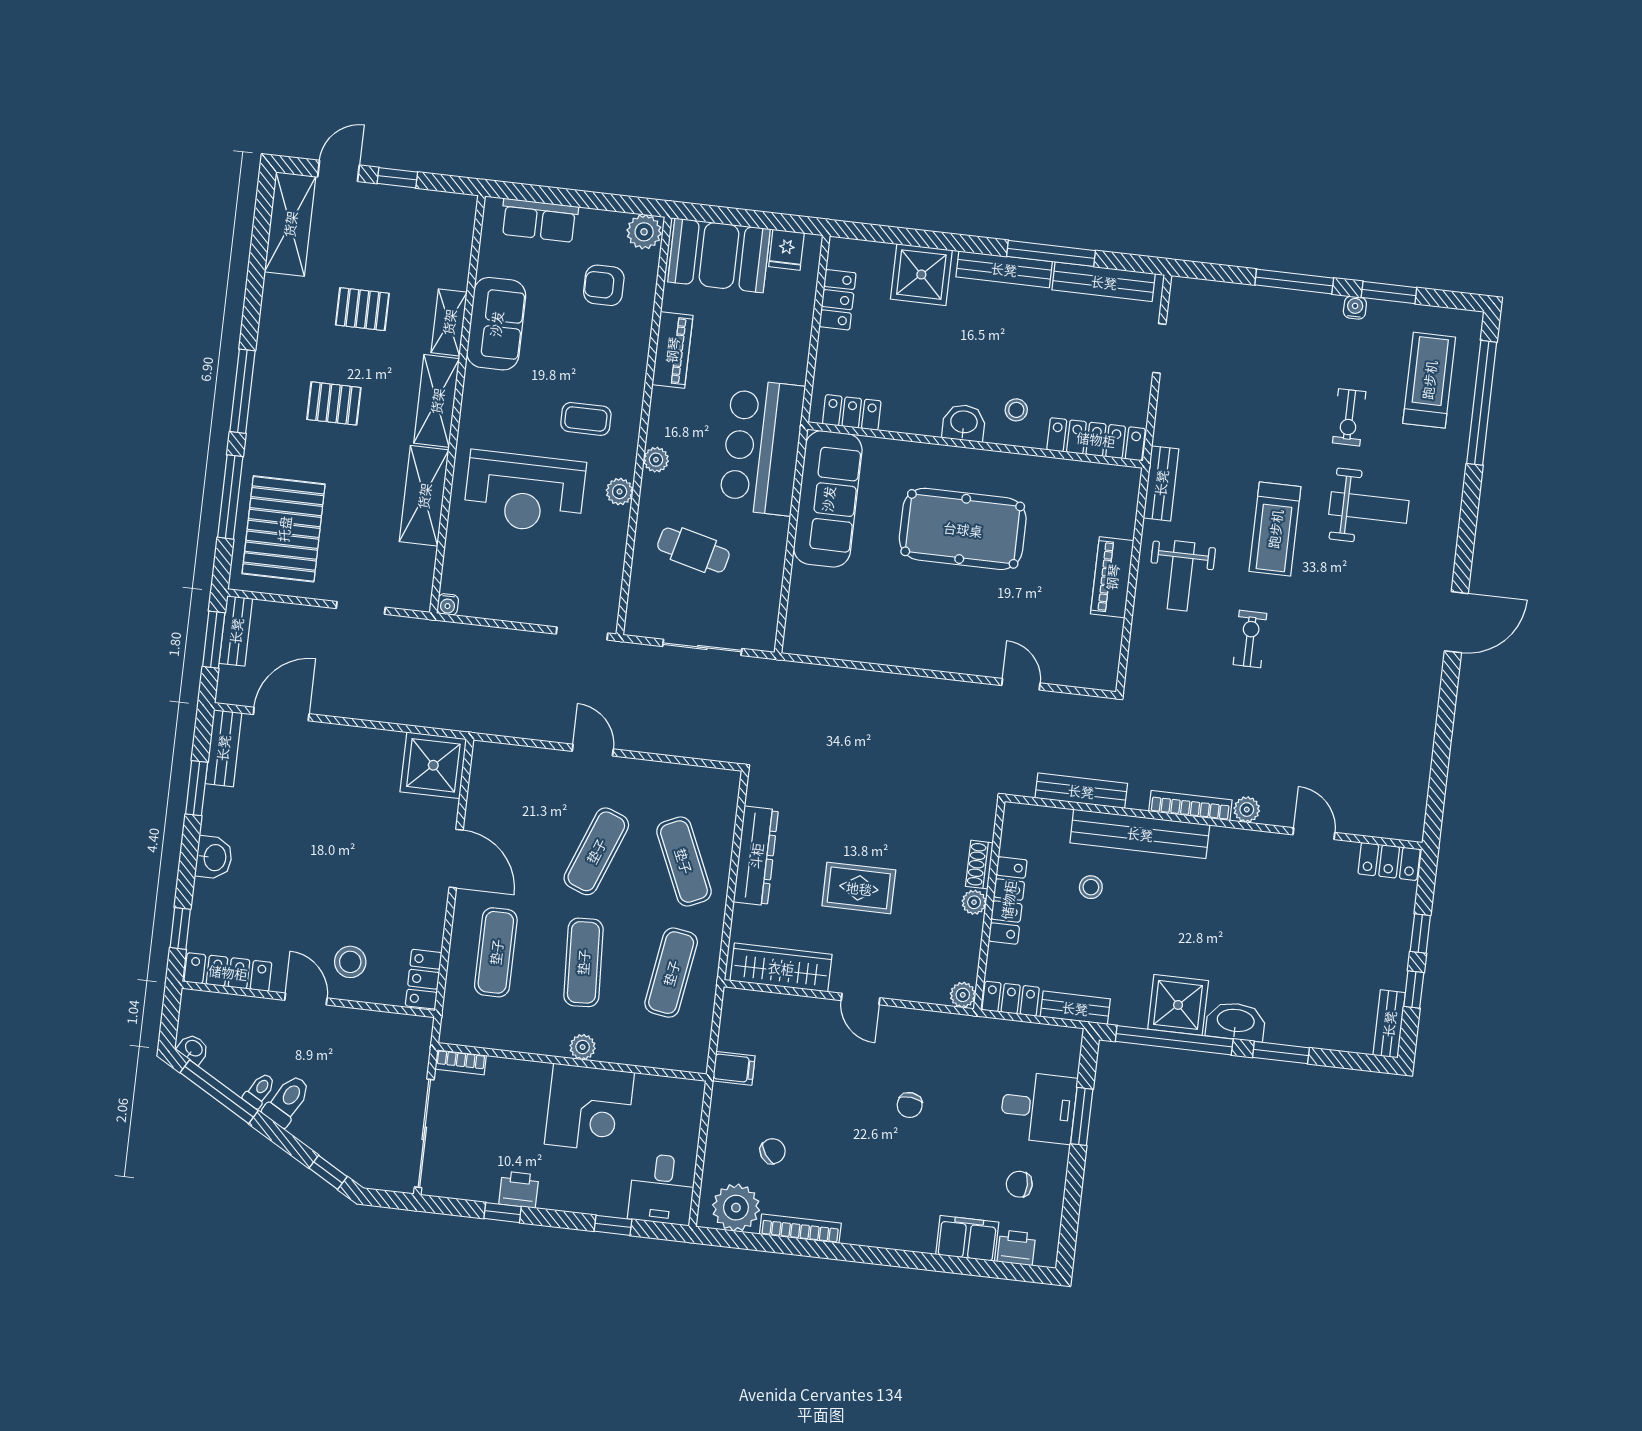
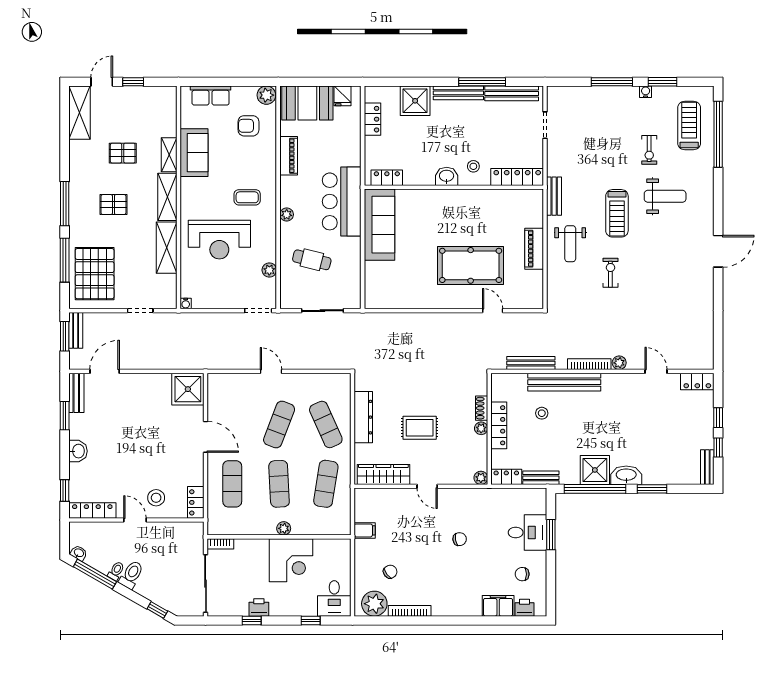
plant: (620, 492) -> (269, 270), moved
pool table: (963, 529) -> (471, 265), moved
chair: (910, 1105) -> (460, 539), turned -106

